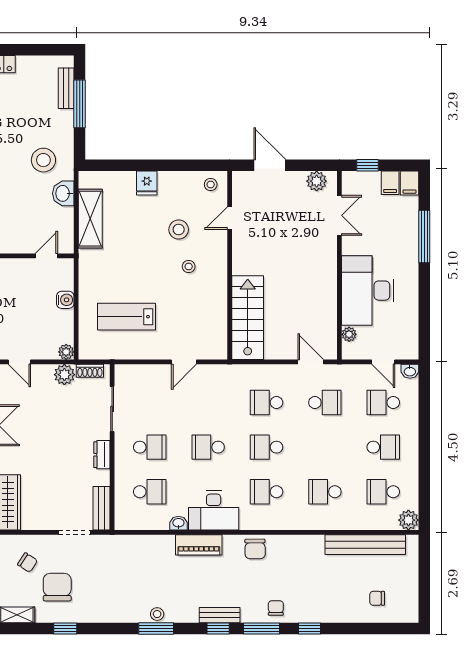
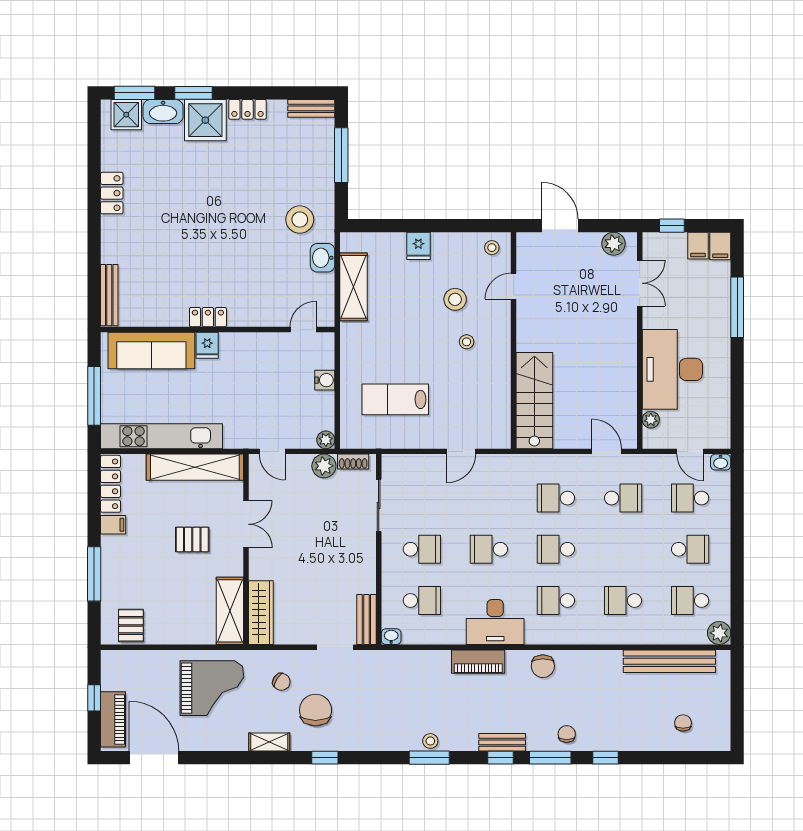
bench: (66, 88) -> (311, 108), moved, turned 90
dresser: (102, 455) -> (367, 558), removed
washbasin: (178, 523) -> (391, 637), moved
chair: (377, 598) -> (683, 723), turned 90

